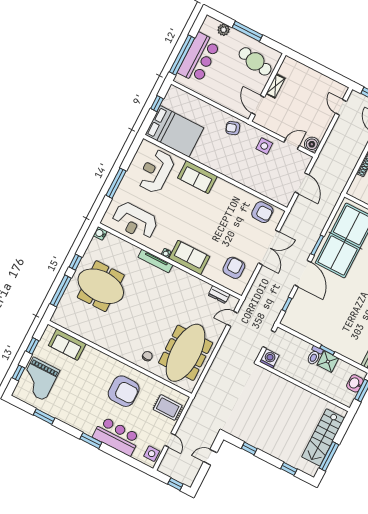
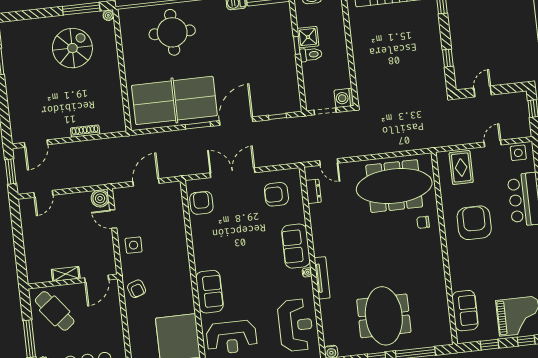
cafe table: (255, 61) -> (55, 311), turned -49
door: (210, 457) -> (483, 91), swing flipped

